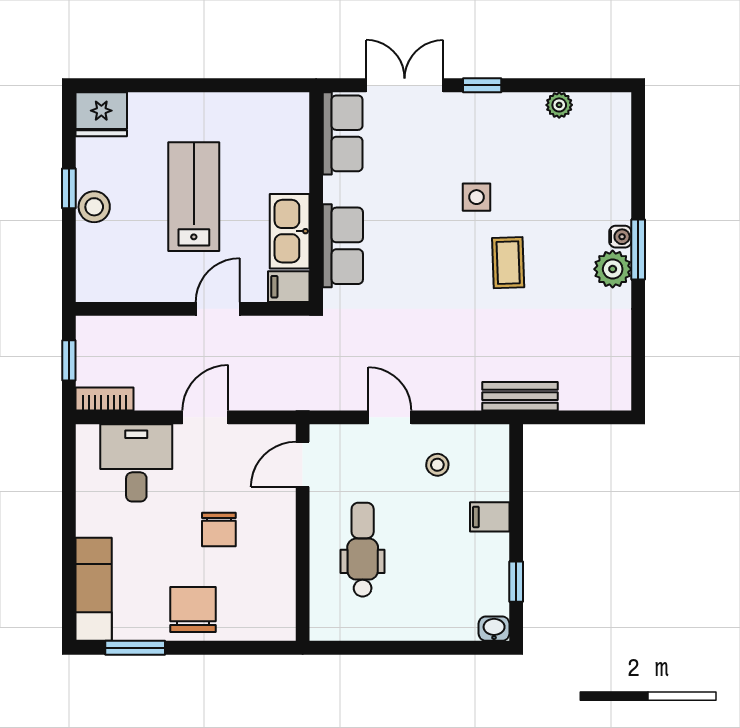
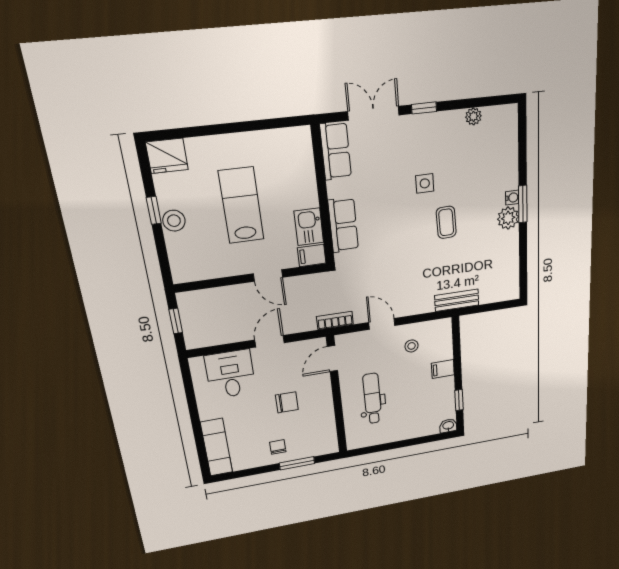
kitchen sink: (290, 231) -> (309, 227), width x0.73
door: (218, 309) -> (268, 275), swing flipped
bookcase: (105, 399) -> (335, 320), moved
chair: (219, 529) -> (287, 402), turned -90
chair: (193, 610) -> (278, 447), width x0.54, depth x0.54
window: (135, 648) -> (297, 463), moved

